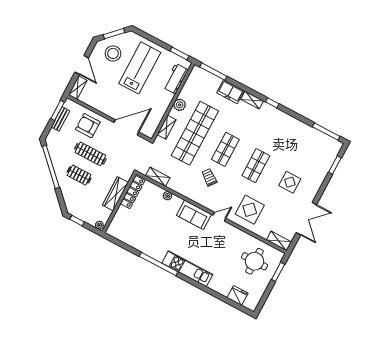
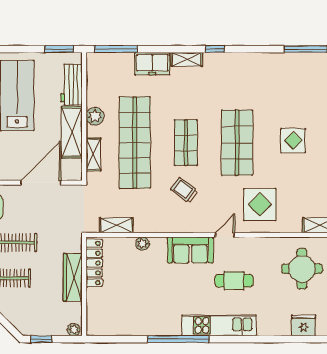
shelving: (161, 107) -> (72, 132), added
shop shelf: (256, 166) -> (237, 143), width x1.43, depth x1.36
cafe table: (210, 247) -> (234, 281), added

